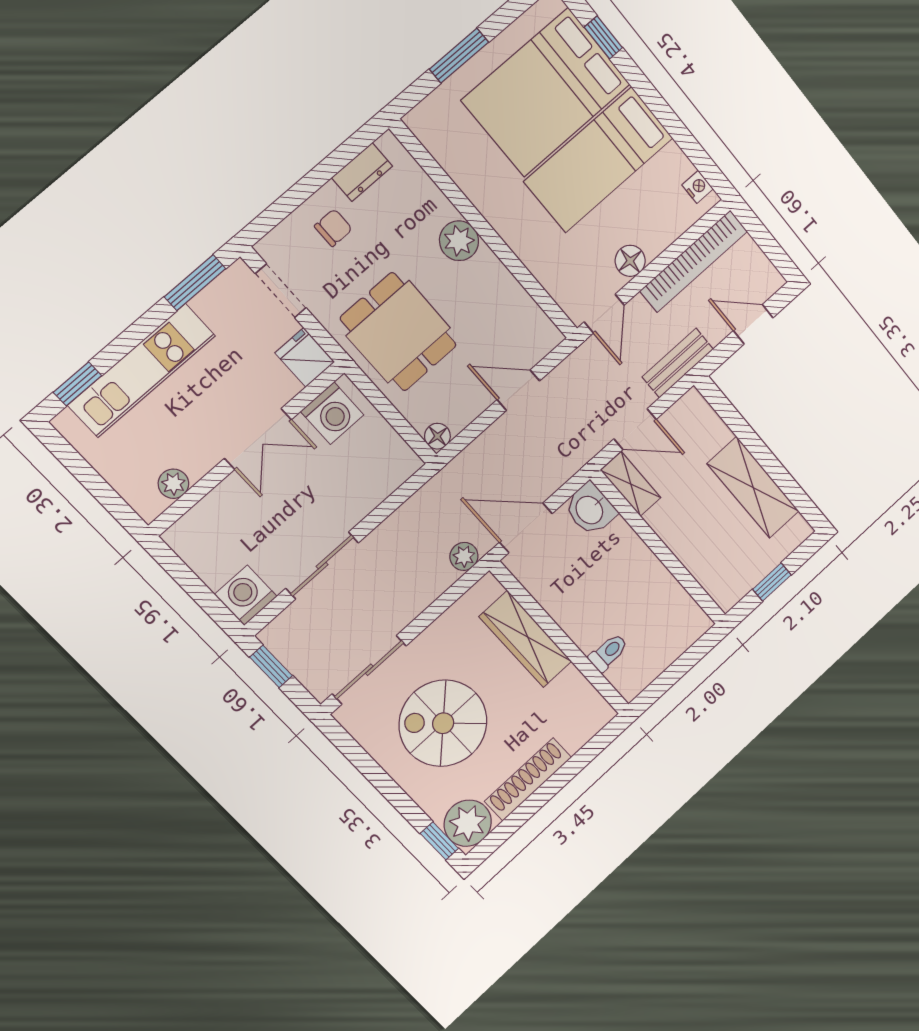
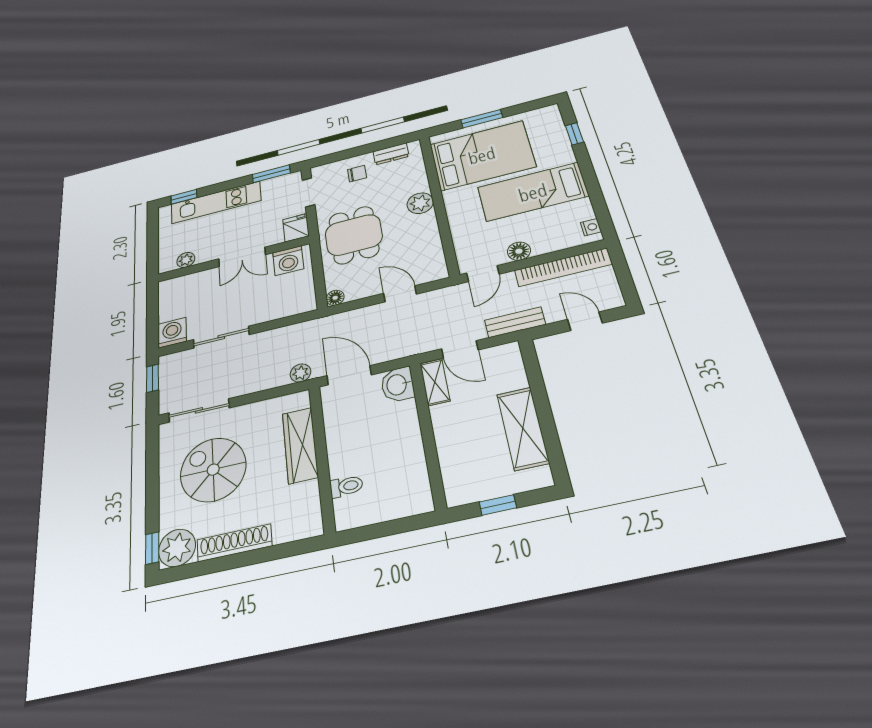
bed: (546, 92) -> (482, 155), moved, turned 180

